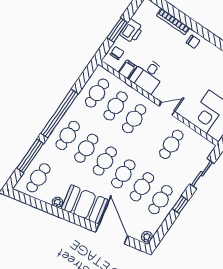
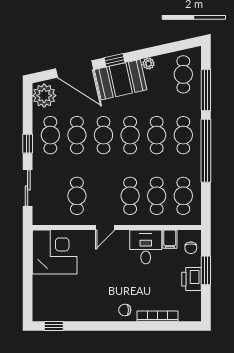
window: (80, 221) -> (114, 60), added
plant: (147, 237) -> (44, 96), width x1.88, depth x1.88

